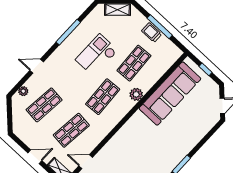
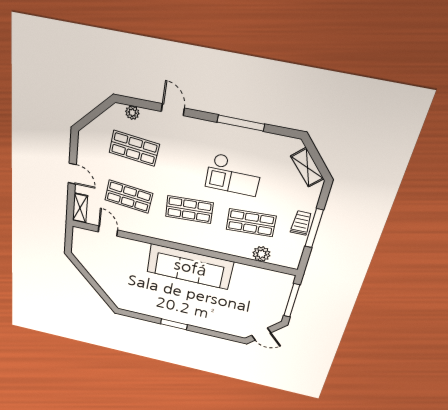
checkout: (97, 55) -> (234, 175), turned 180
window: (205, 69) -> (292, 300), width x2.17
plant: (136, 94) -> (261, 254), moved
sofa: (170, 94) -> (190, 267), moved

